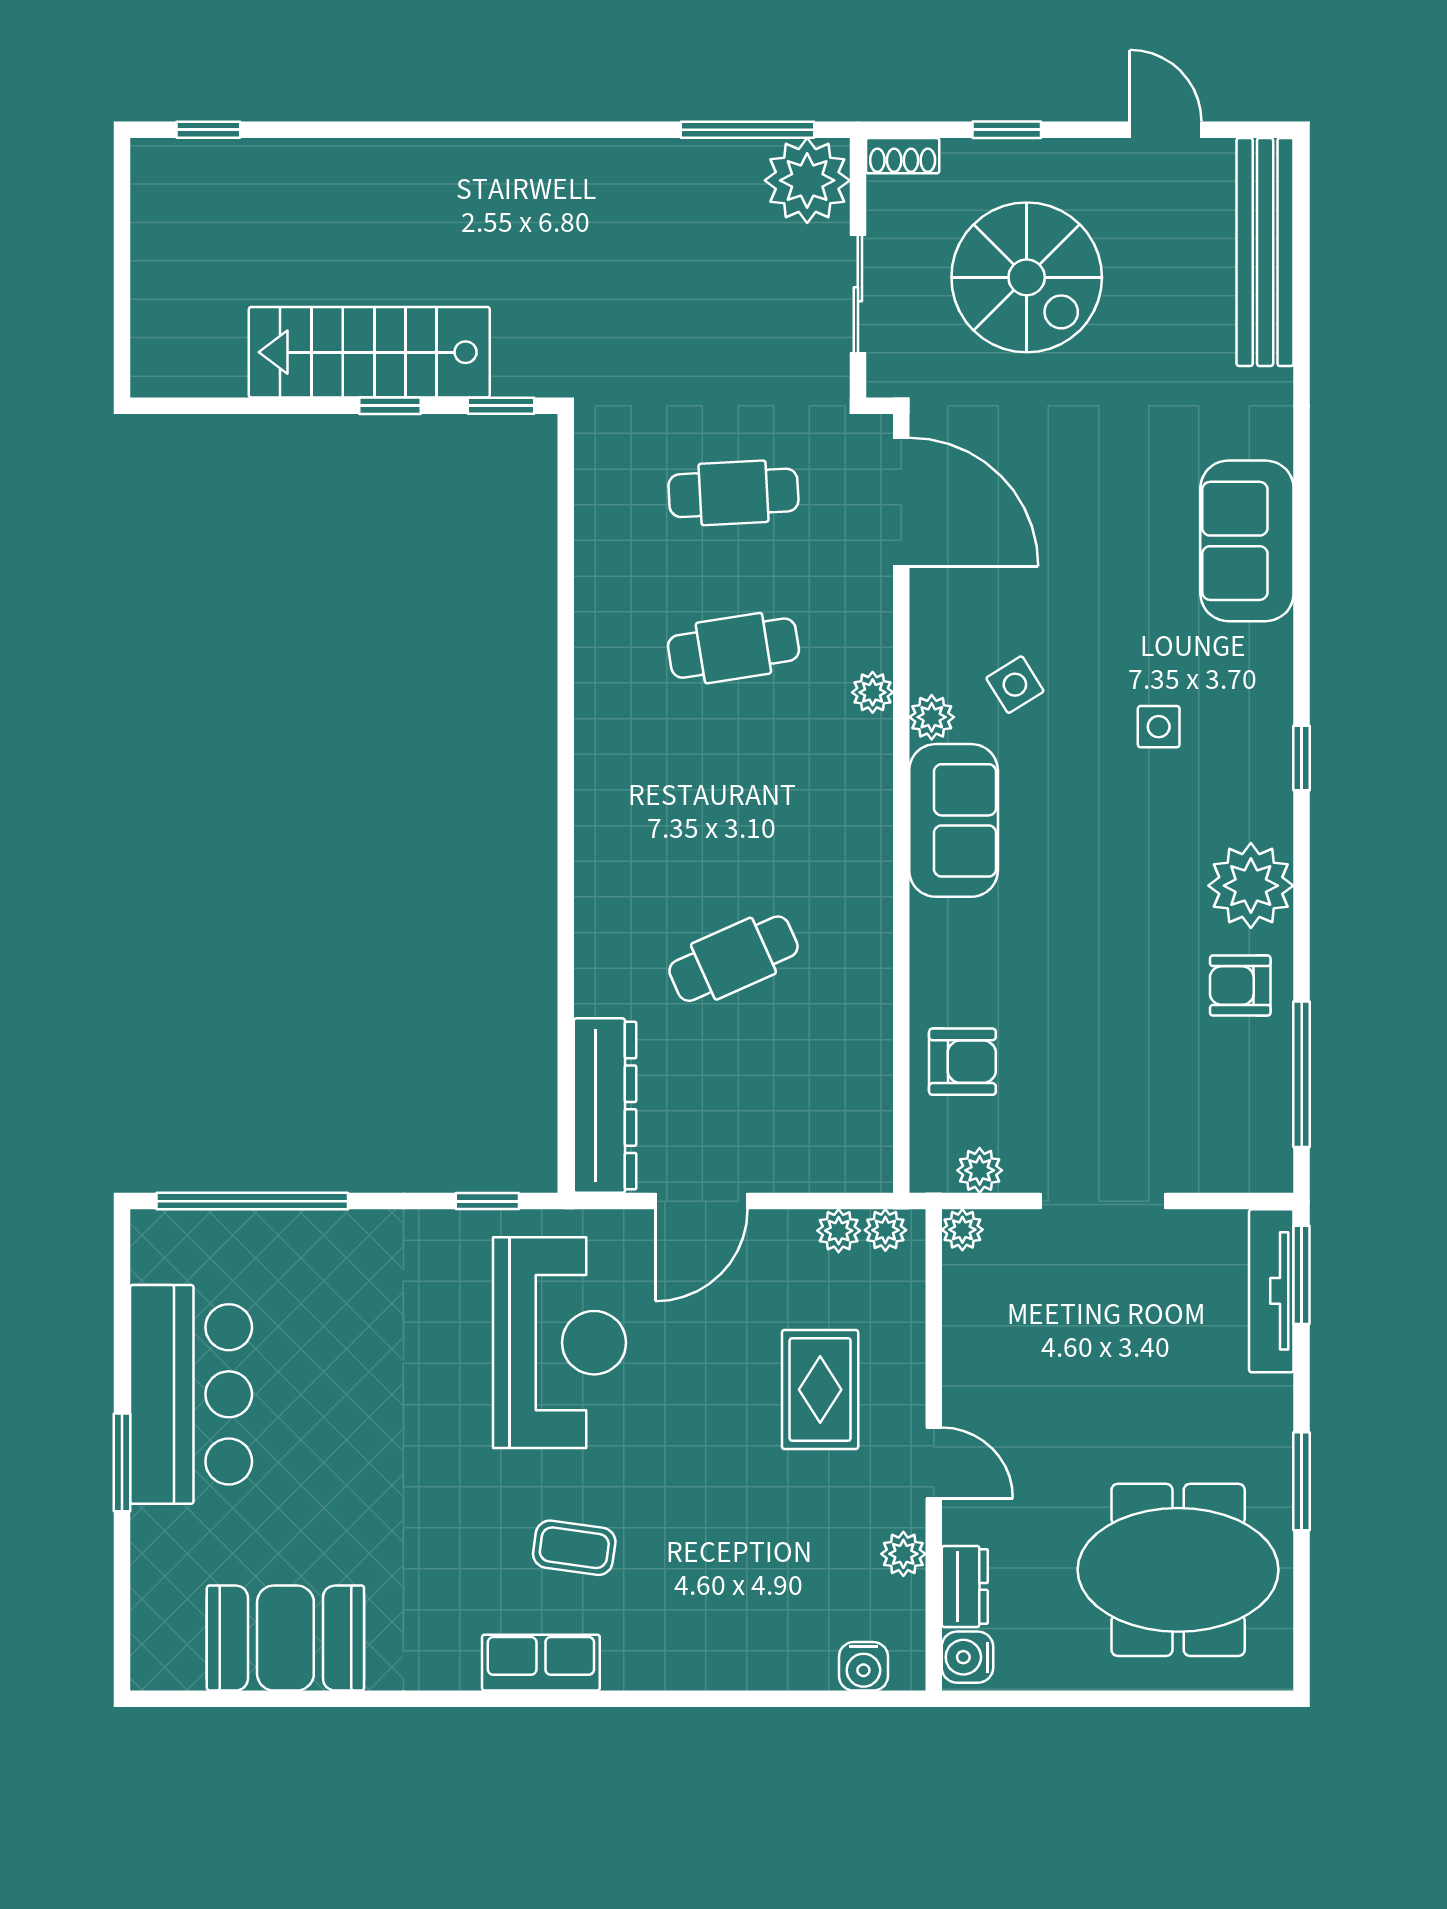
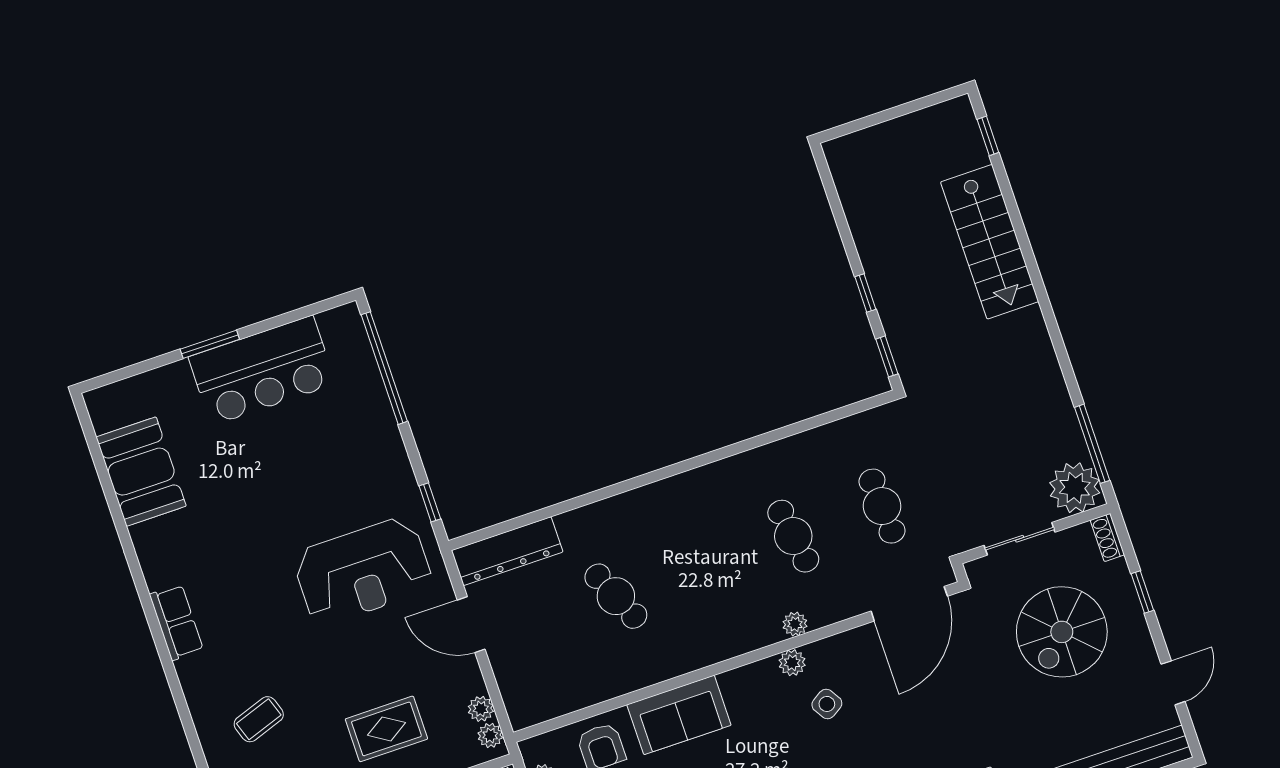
stairs: (369, 352) -> (990, 242), moved, turned 180
sofa: (954, 820) -> (679, 715), moved
coffee table: (574, 1548) -> (259, 719), moved, turned 63

